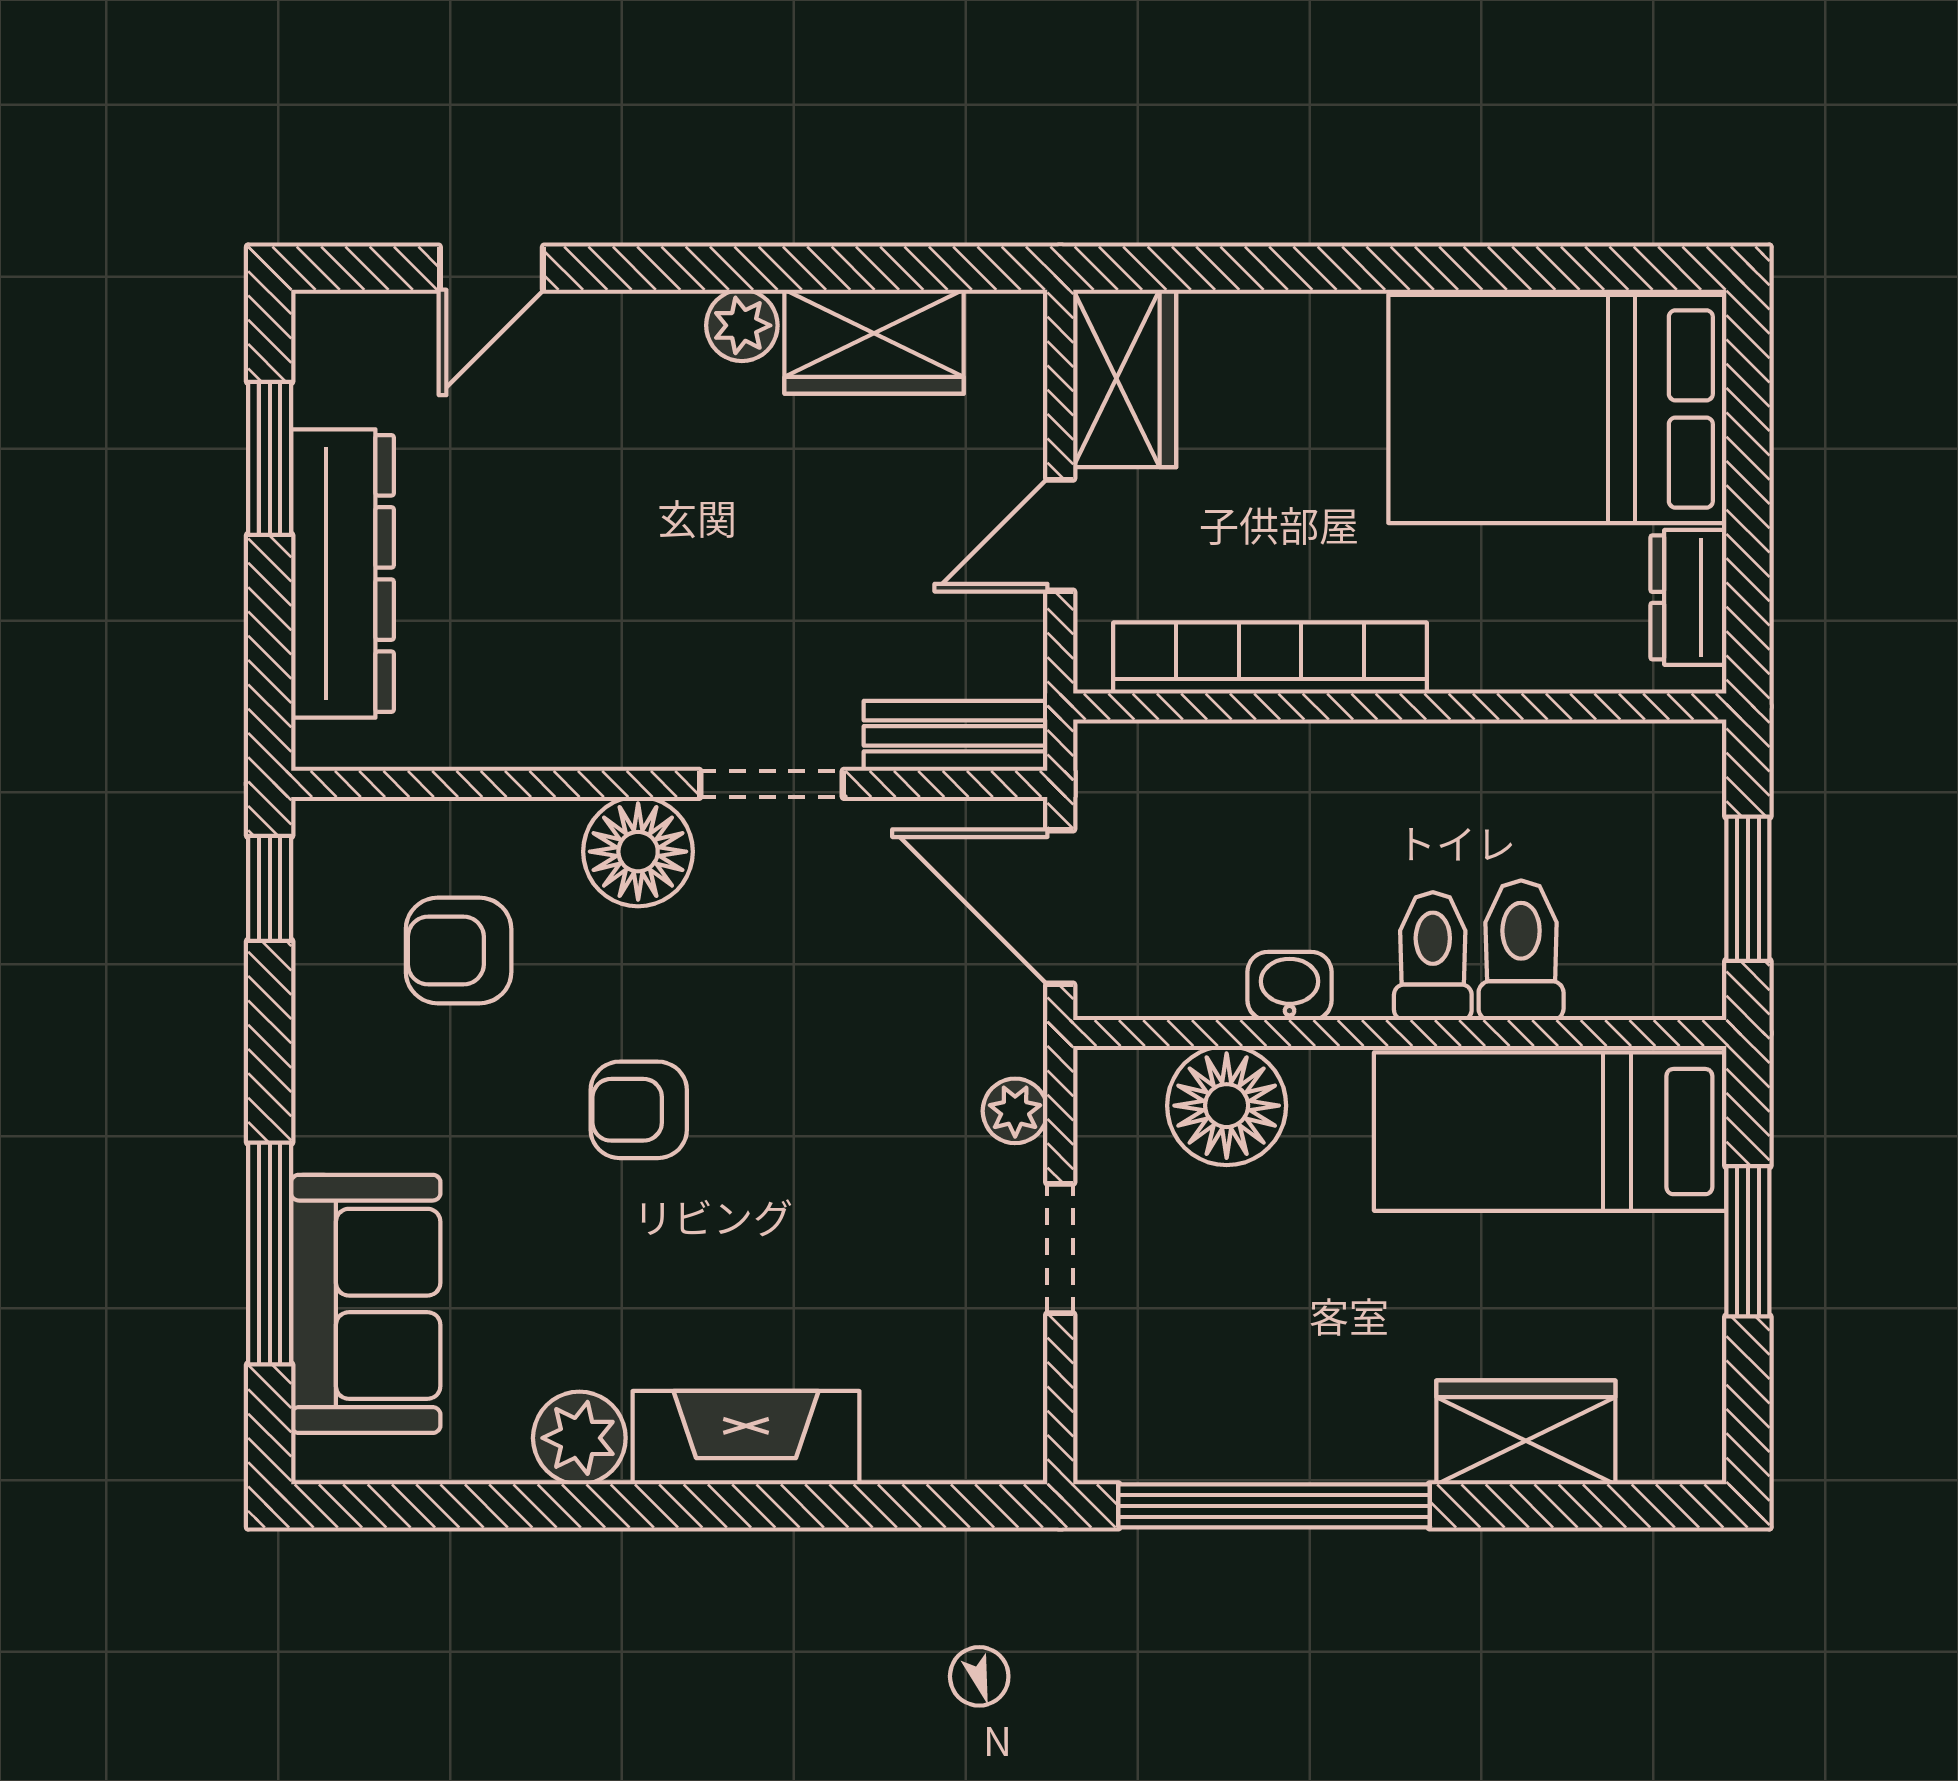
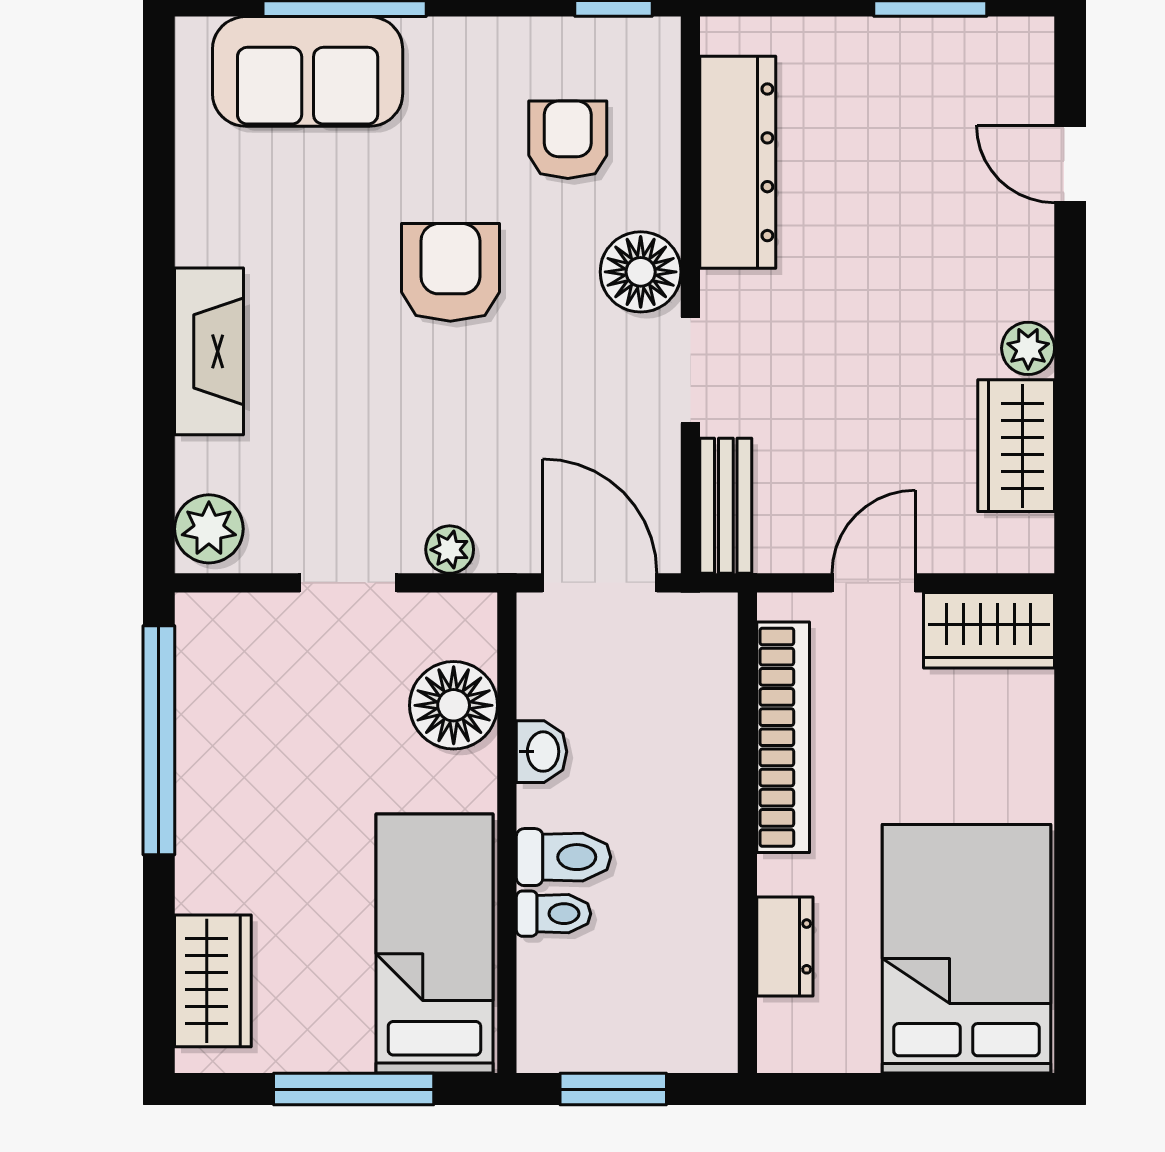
door: (1060, 535) -> (874, 583), hinge flipped
dresser: (343, 574) -> (738, 162), moved, turned -90
dresser: (1688, 597) -> (785, 946), moved, turned 90
door: (1060, 907) -> (600, 583), hinge flipped
toilet: (1521, 950) -> (554, 914), width x0.73, depth x0.72
armchair: (639, 1110) -> (450, 272), width x1.38, depth x1.38
window: (1748, 1241) -> (354, 1089), width x1.44
wardrobe: (1526, 1432) -> (213, 981), moved
plant: (579, 1438) -> (209, 529), moved

